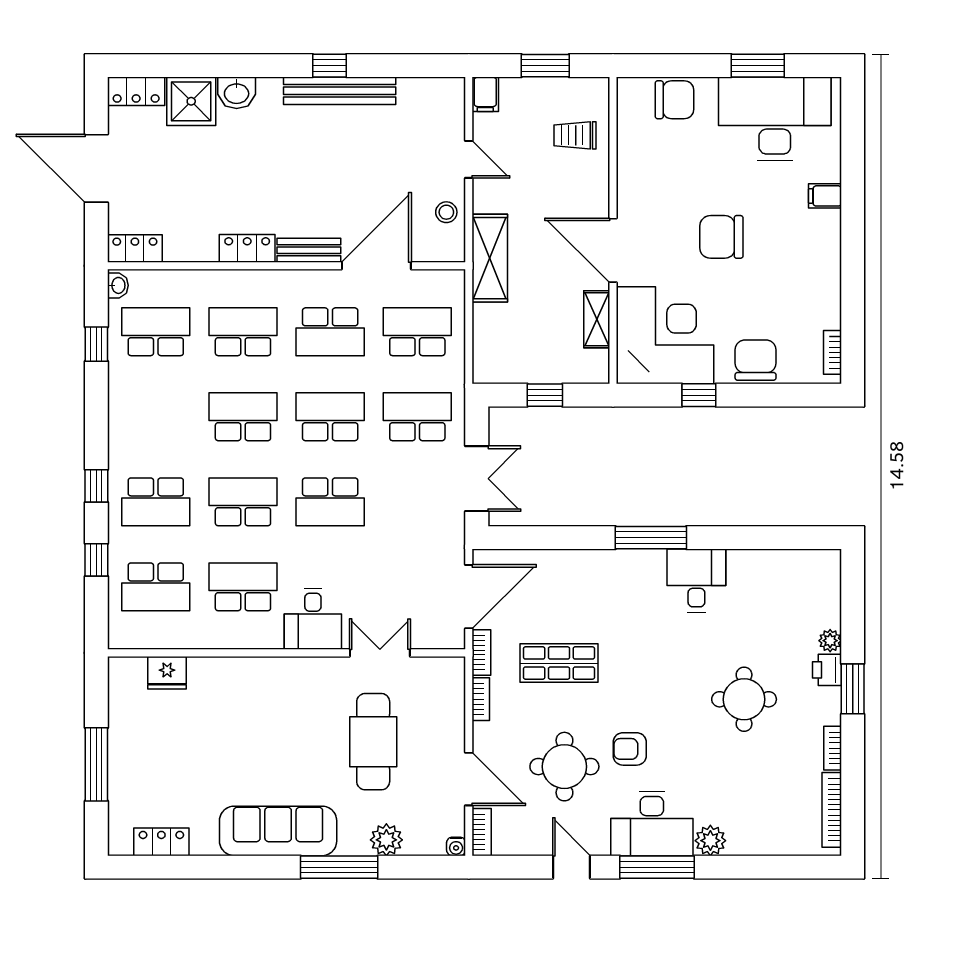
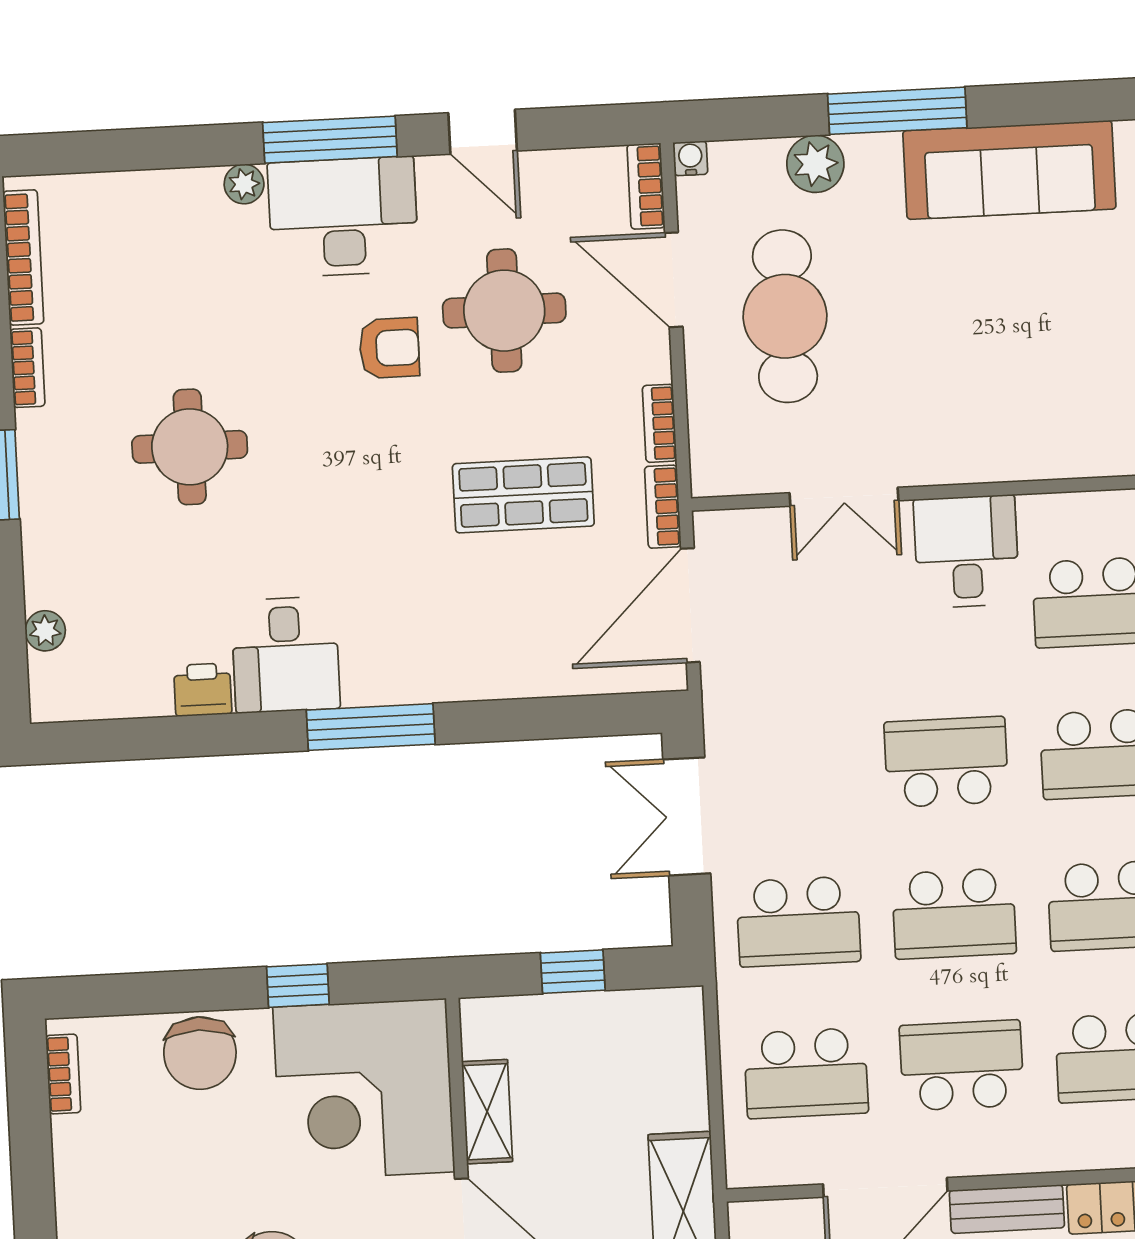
plant: (830, 641) -> (45, 631), moved
printer: (827, 670) -> (203, 690), moved, turned -90
cafe table: (373, 742) -> (785, 316), moved
plant: (710, 841) -> (244, 184), width x0.73, depth x0.73

